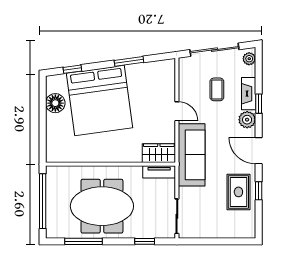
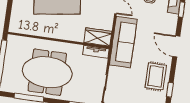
plant: (247, 120) -> (171, 21), removed
window: (259, 191) -> (170, 90), moved

